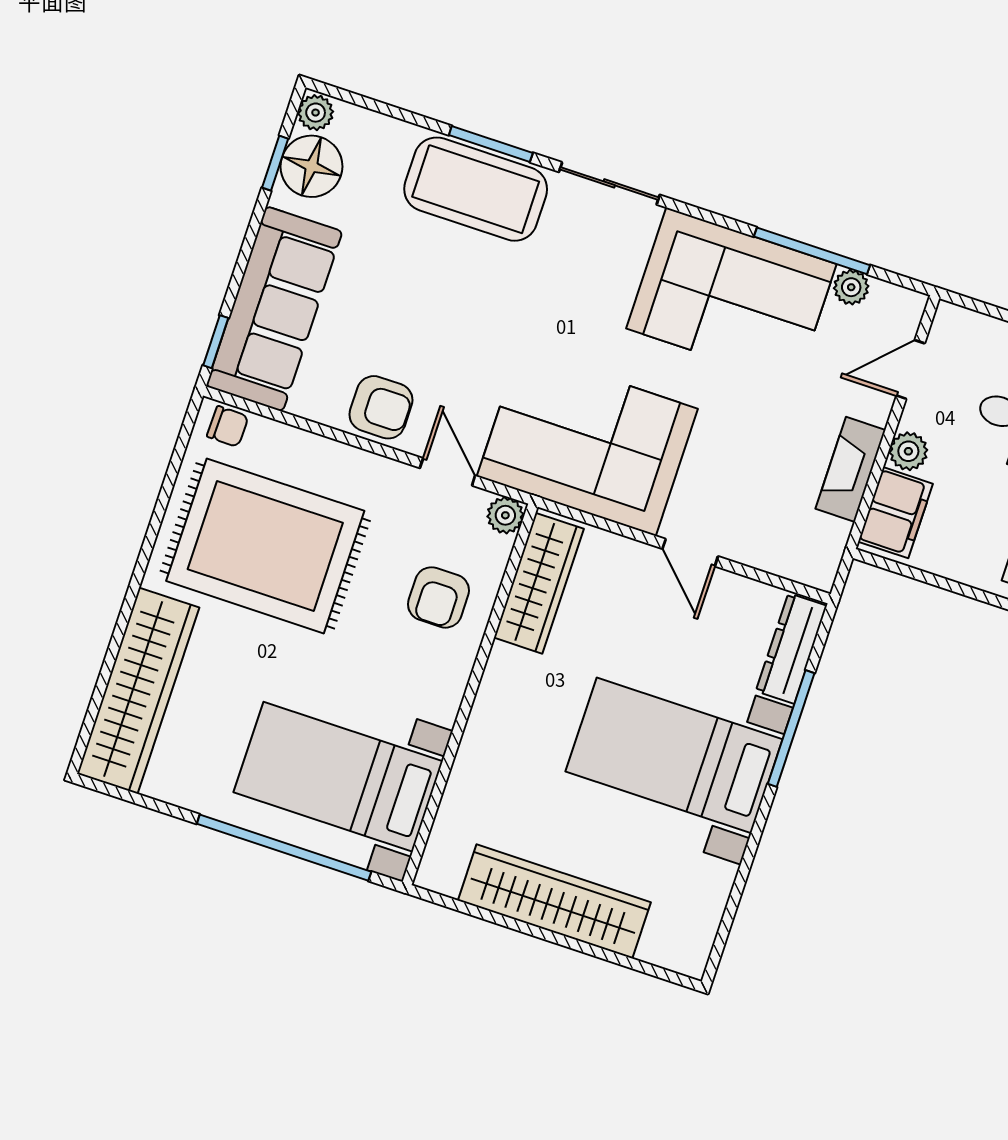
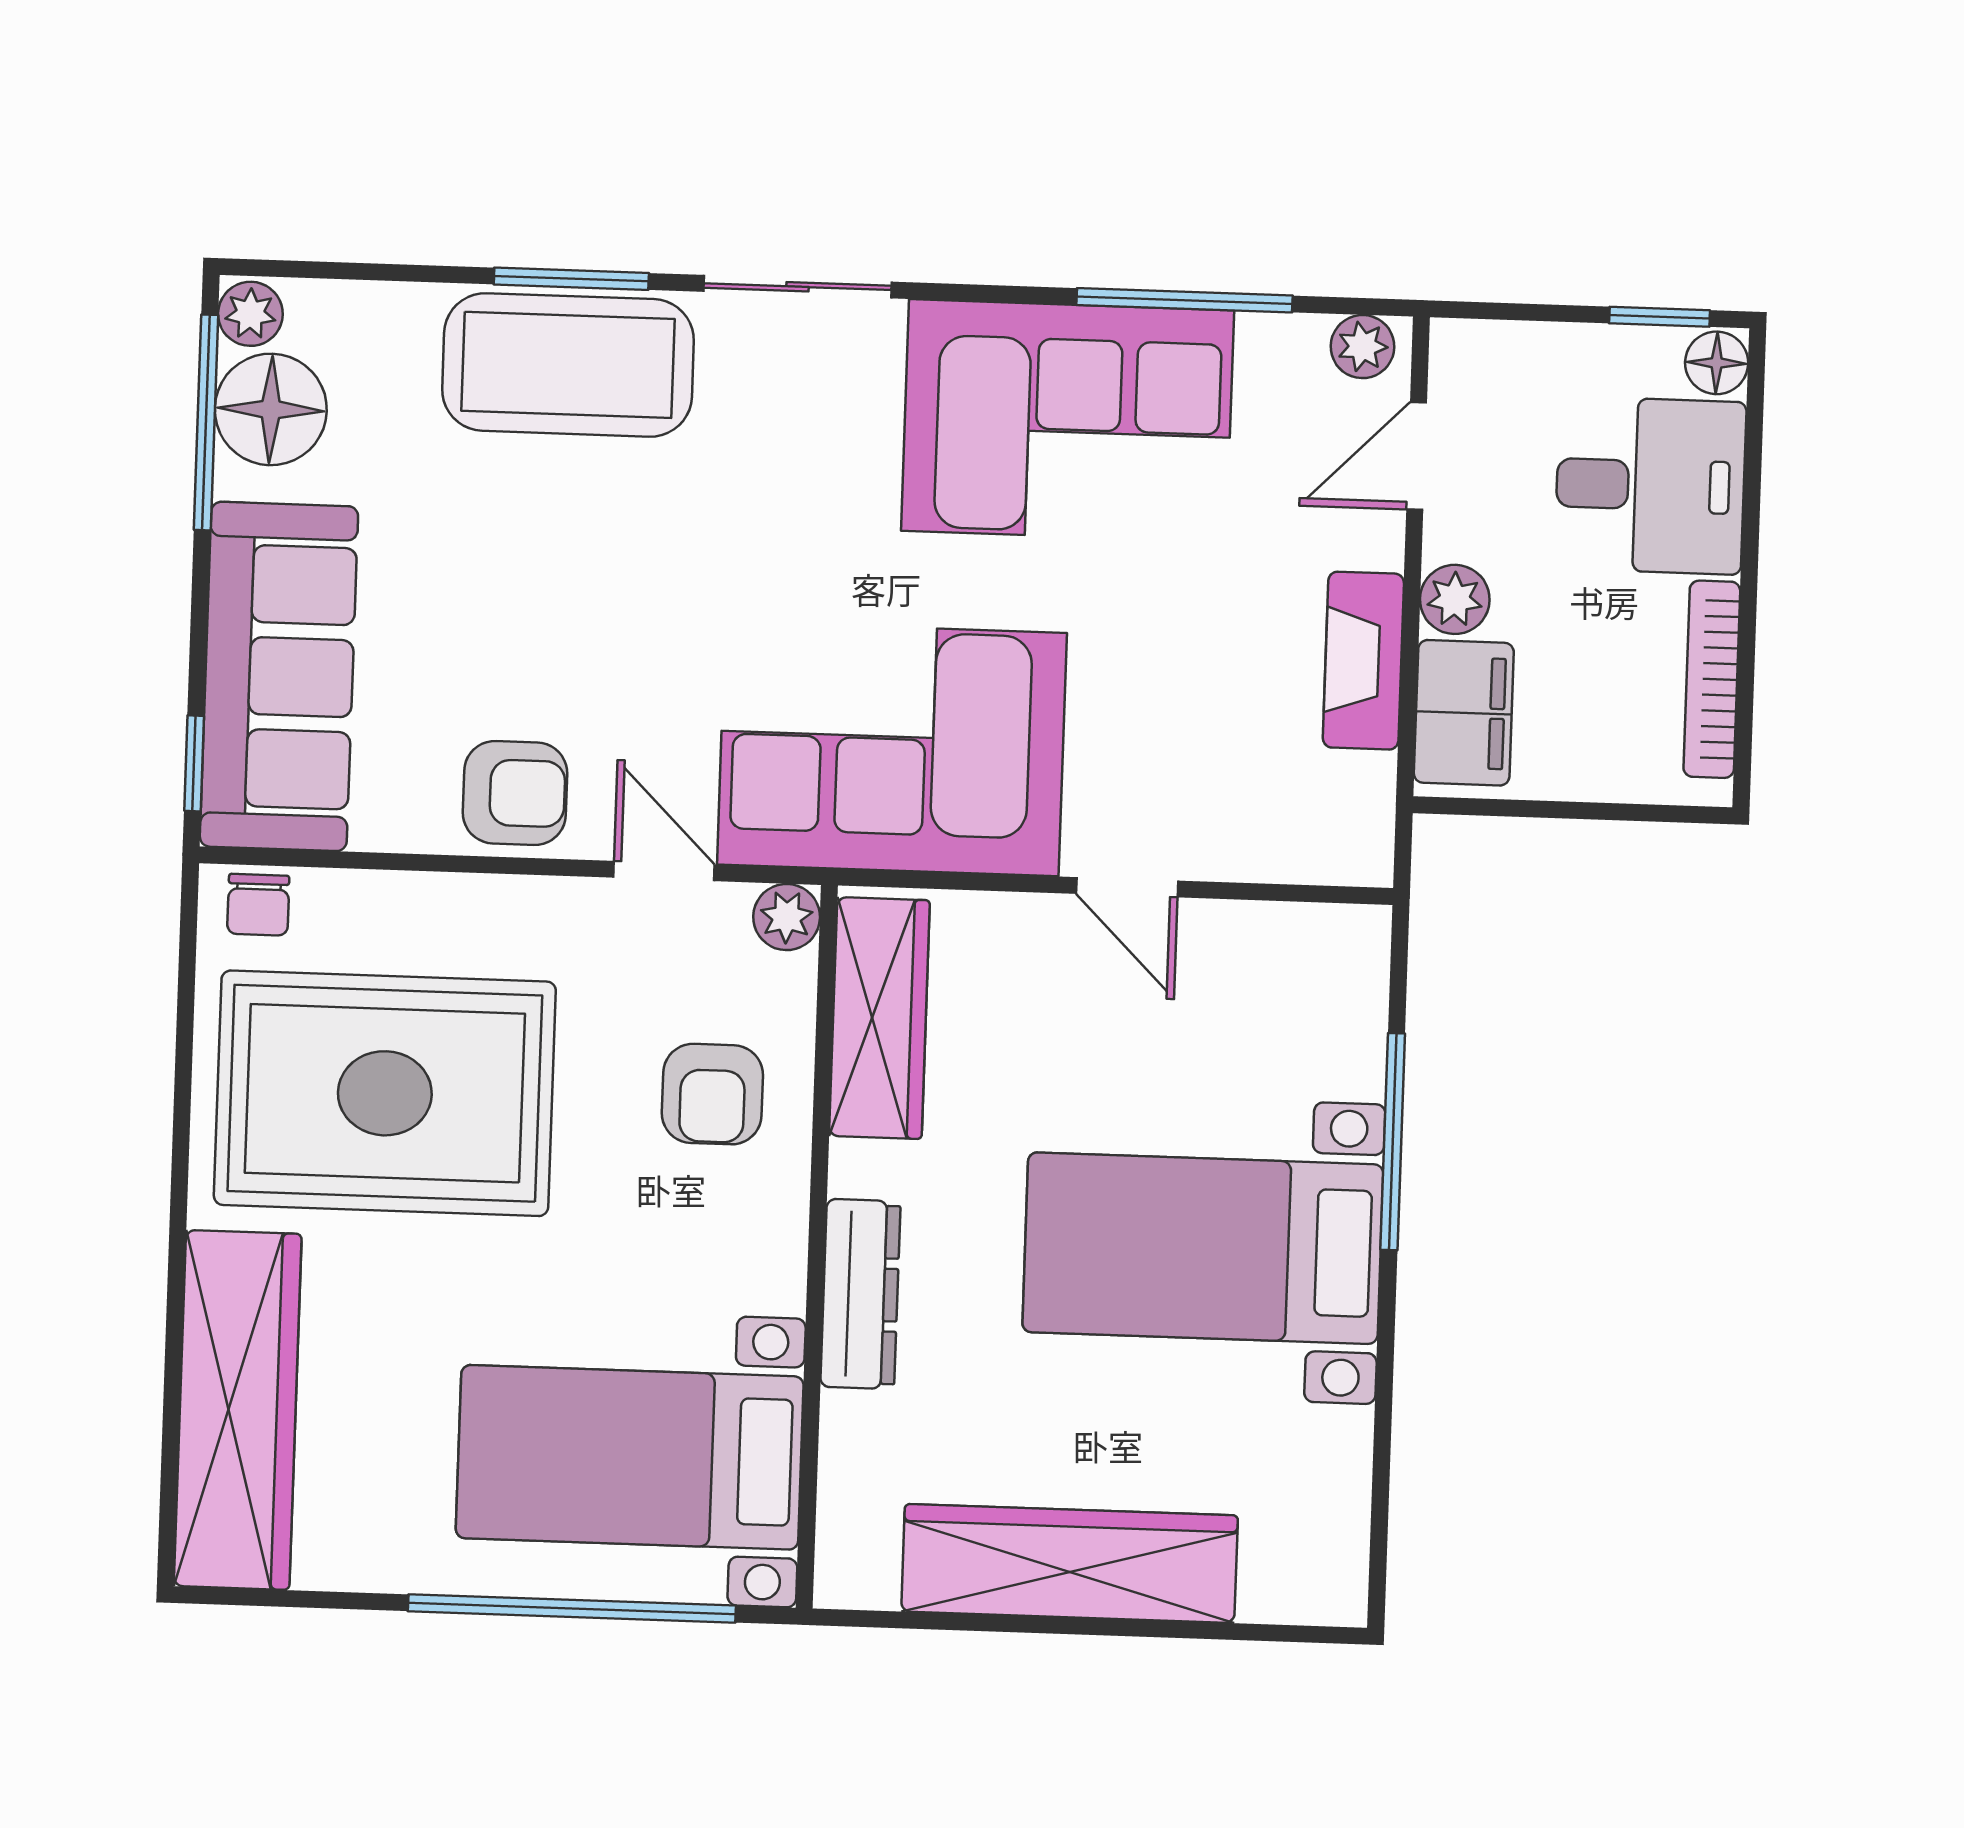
window: (275, 163) -> (206, 422), width x2.17
plant: (851, 287) -> (1362, 347), moved
chair: (228, 426) -> (258, 905), turned 89
dresser: (791, 648) -> (860, 1294), moved, turned 180

